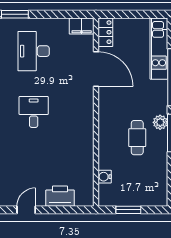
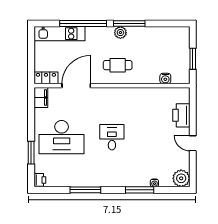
desk: (34, 51) -> (62, 137), width x1.36, depth x1.30
desk: (34, 112) -> (112, 137), turned 90
cafe table: (137, 138) -> (118, 65), moved

